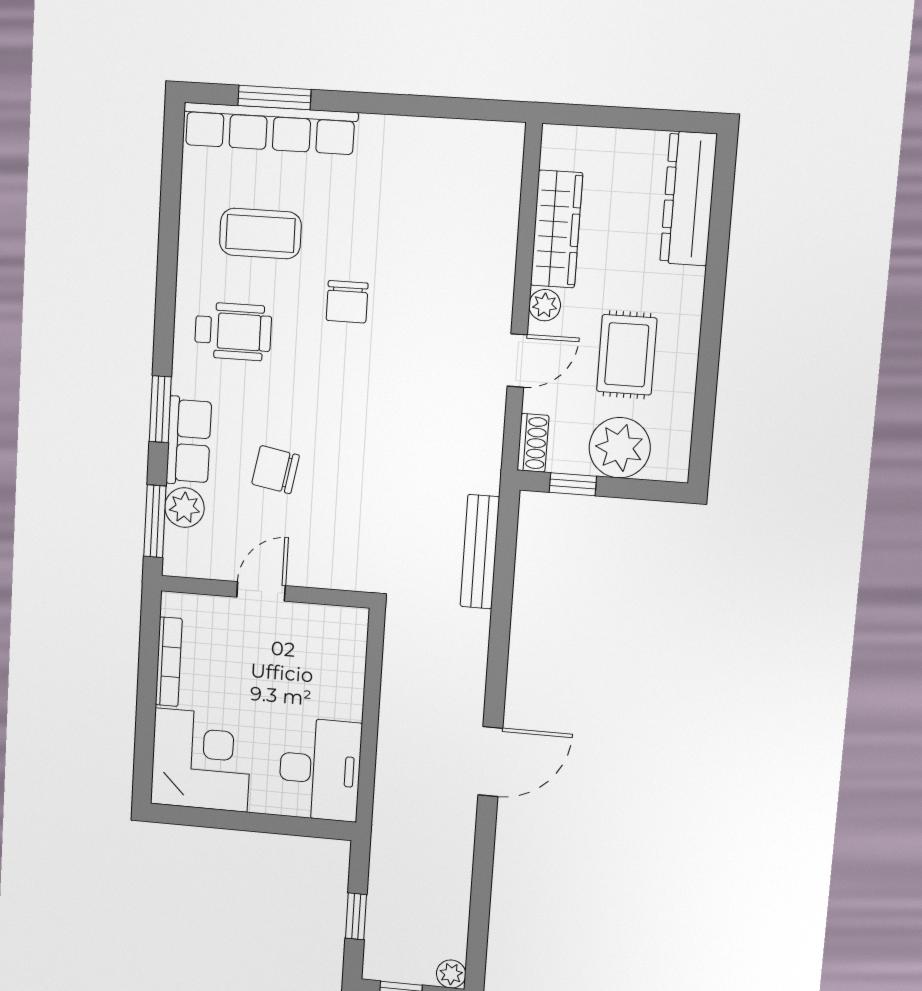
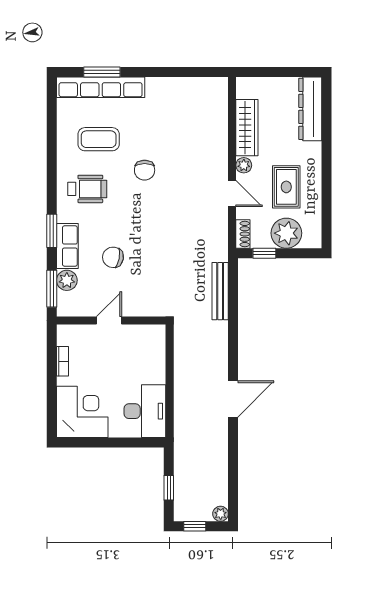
door: (517, 360) -> (232, 194), hinge flipped
bookcase: (169, 662) -> (63, 361), width x0.64

